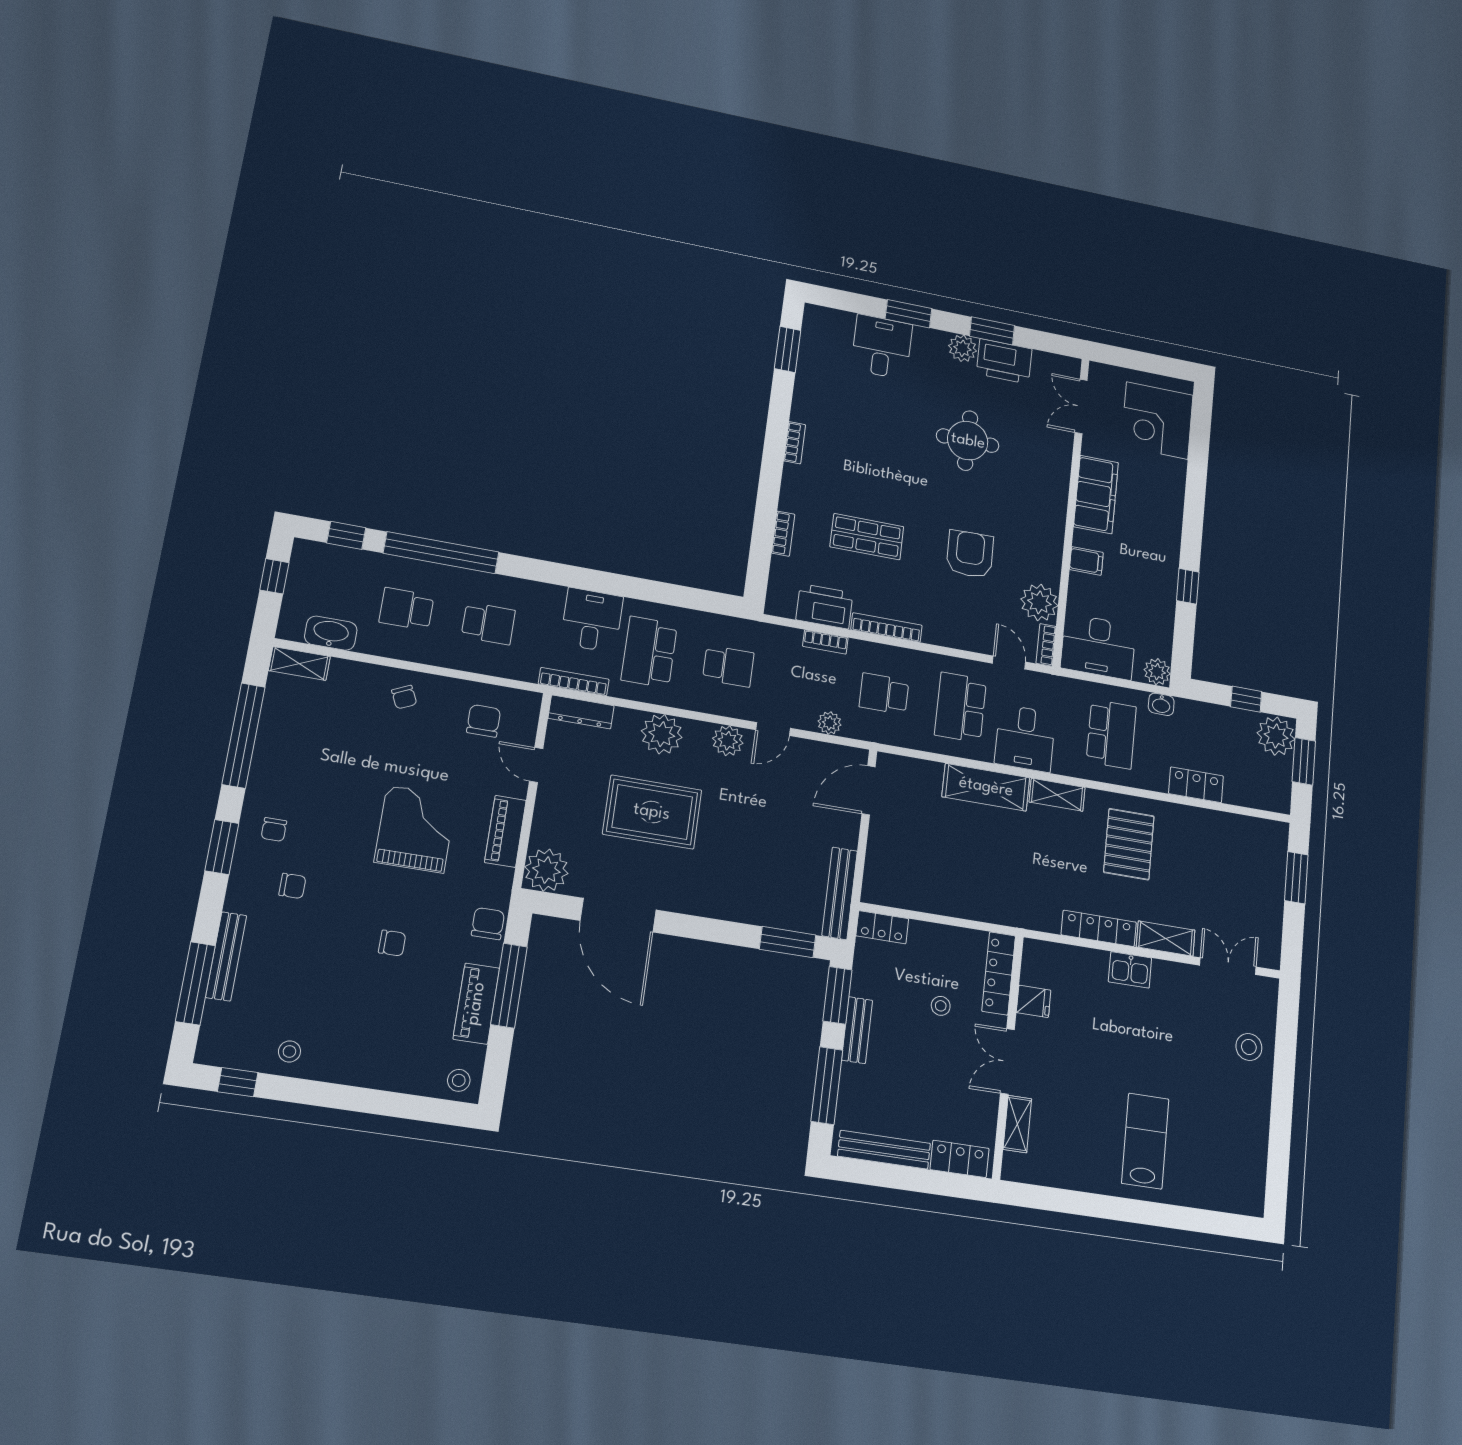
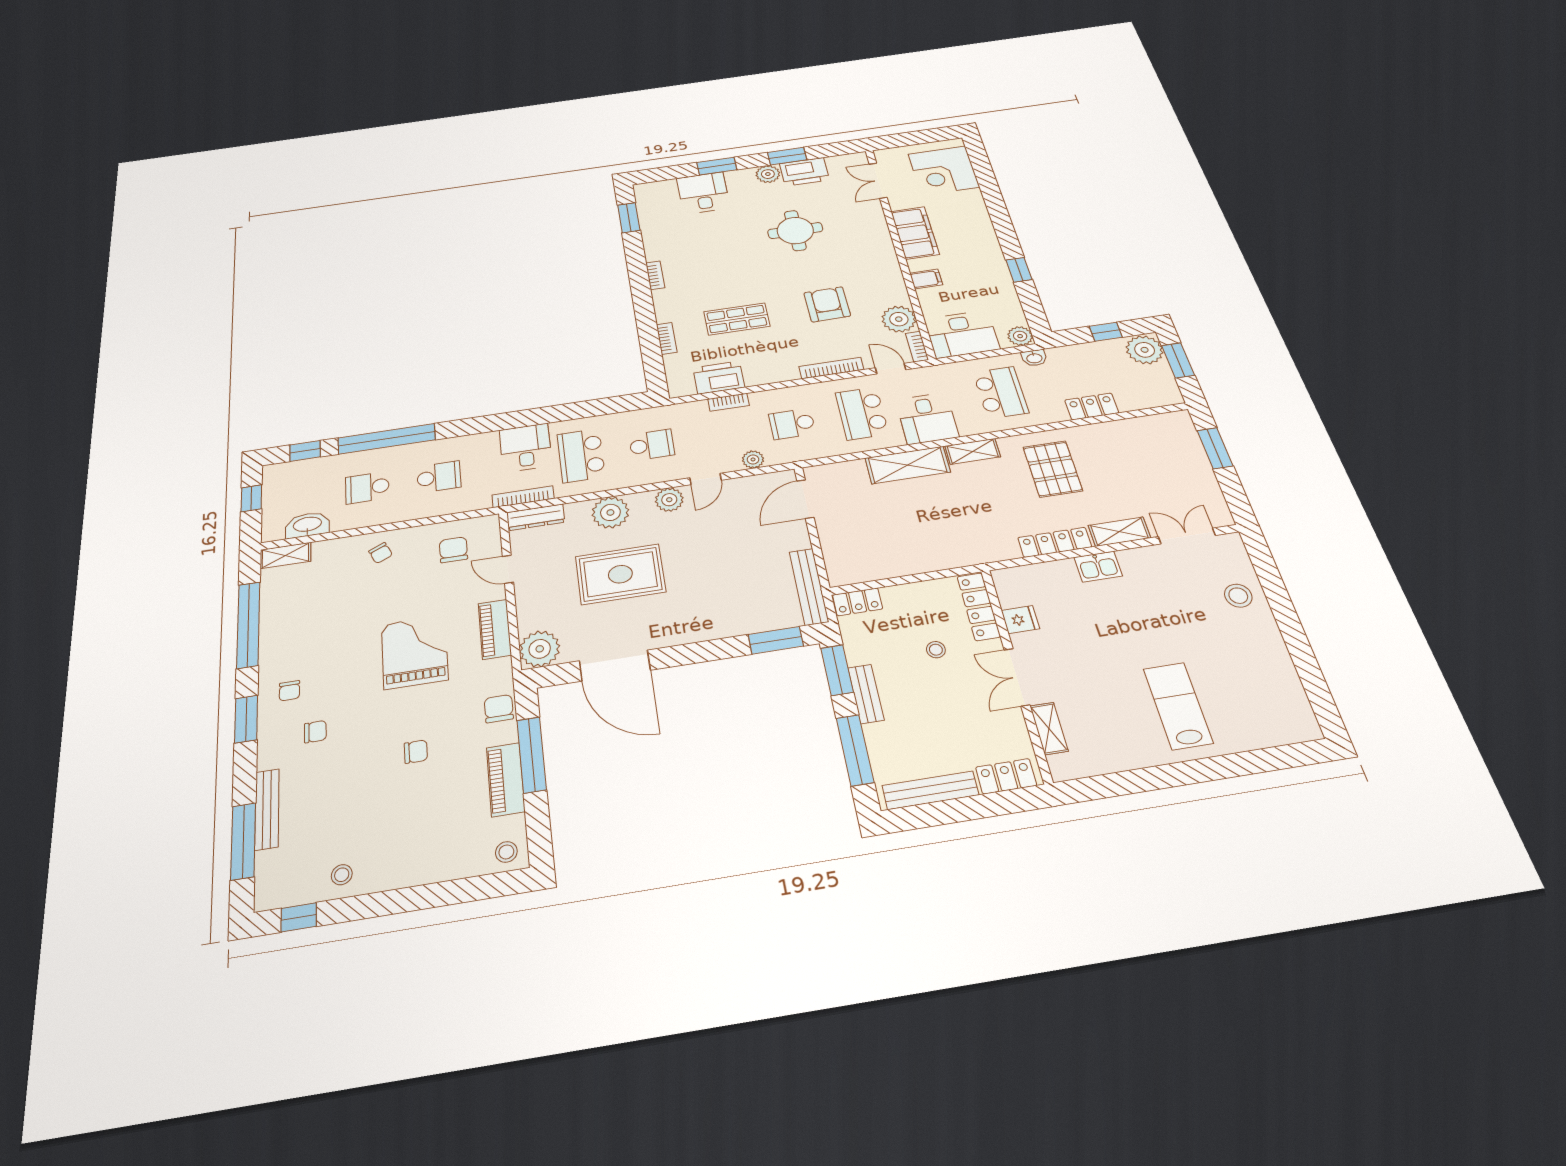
bookcase: (886, 627) -> (831, 368), moved

